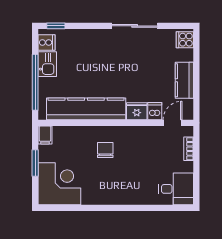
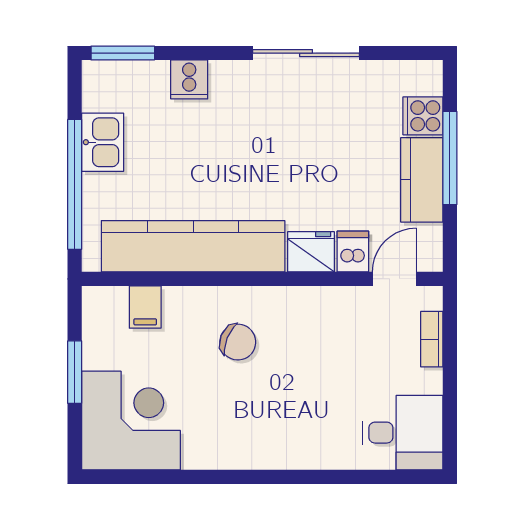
window: (56, 26) -> (123, 53), width x1.50
cooker: (185, 40) -> (423, 116), moved
cooker: (47, 42) -> (189, 79), moved, turned 90
window: (196, 71) -> (450, 158), added
filing cabinet: (45, 135) -> (145, 307), moved
chair: (105, 150) -> (238, 342), turned 112

